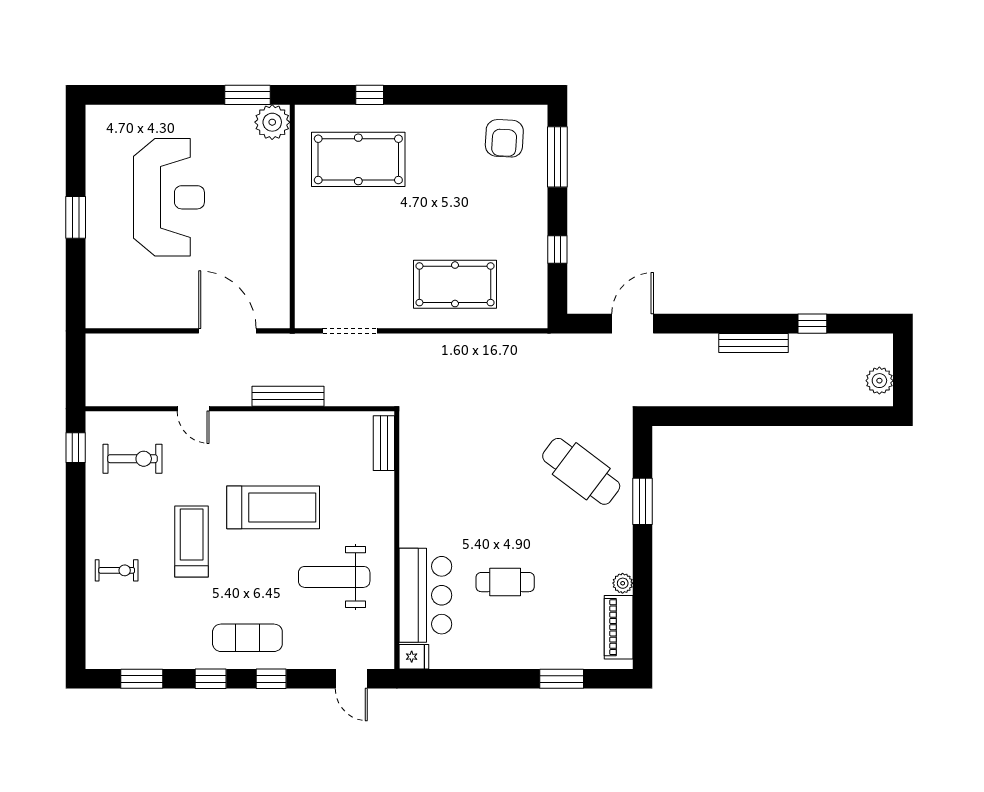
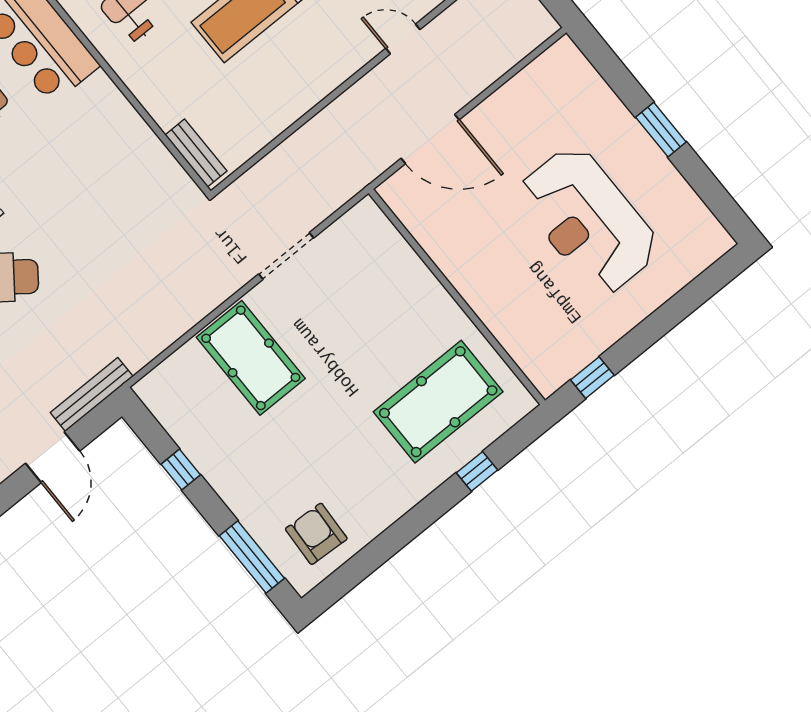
window: (248, 95) -> (592, 378), width x0.67
plant: (272, 122) -> (548, 371), removed
pool table: (455, 284) -> (251, 358), turned 90
doorway: (350, 331) -> (286, 256), moved
bench: (288, 396) -> (92, 394), moved

